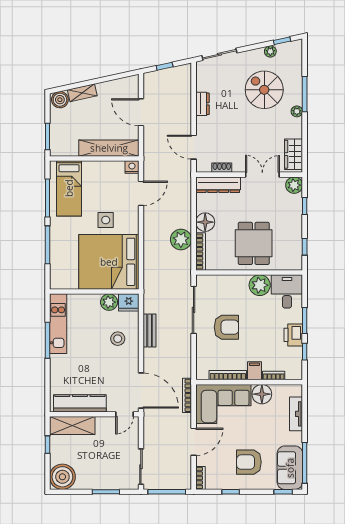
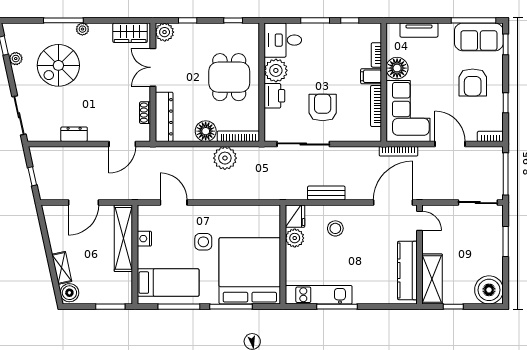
nightstand: (132, 167) -> (144, 239), moved
dining table: (254, 243) -> (229, 77), turned 90
bed: (109, 262) -> (250, 271), moved, turned 180
printer: (293, 335) -> (274, 96), moved, turned -90

